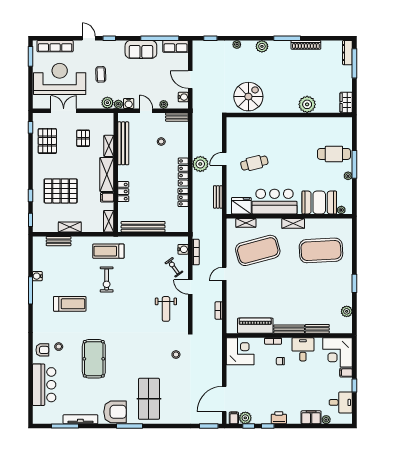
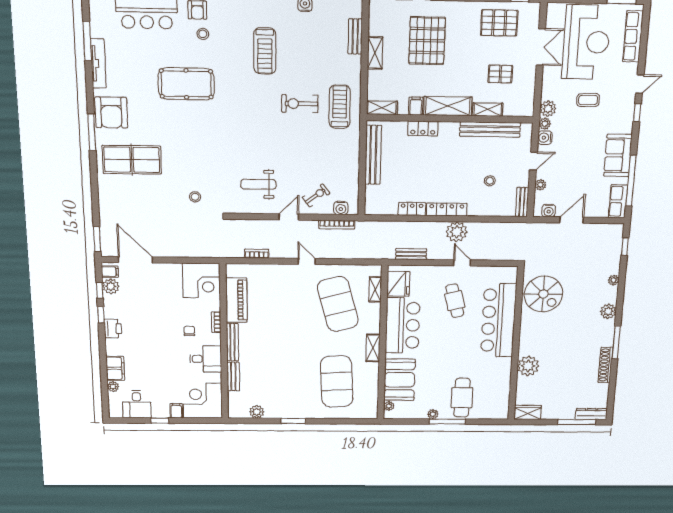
bar counter: (270, 129) -> (499, 320), added

